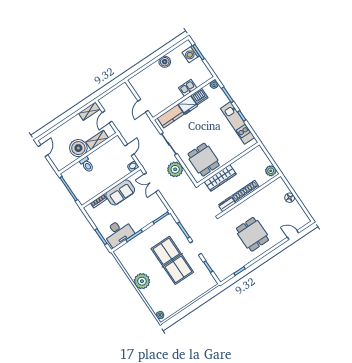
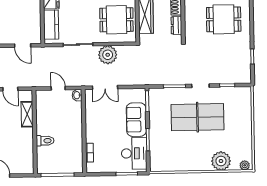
boiler: (78, 148) -> (23, 138), removed
sofa: (120, 192) -> (136, 120), moved, turned 180
plant: (142, 281) -> (221, 161), moved

